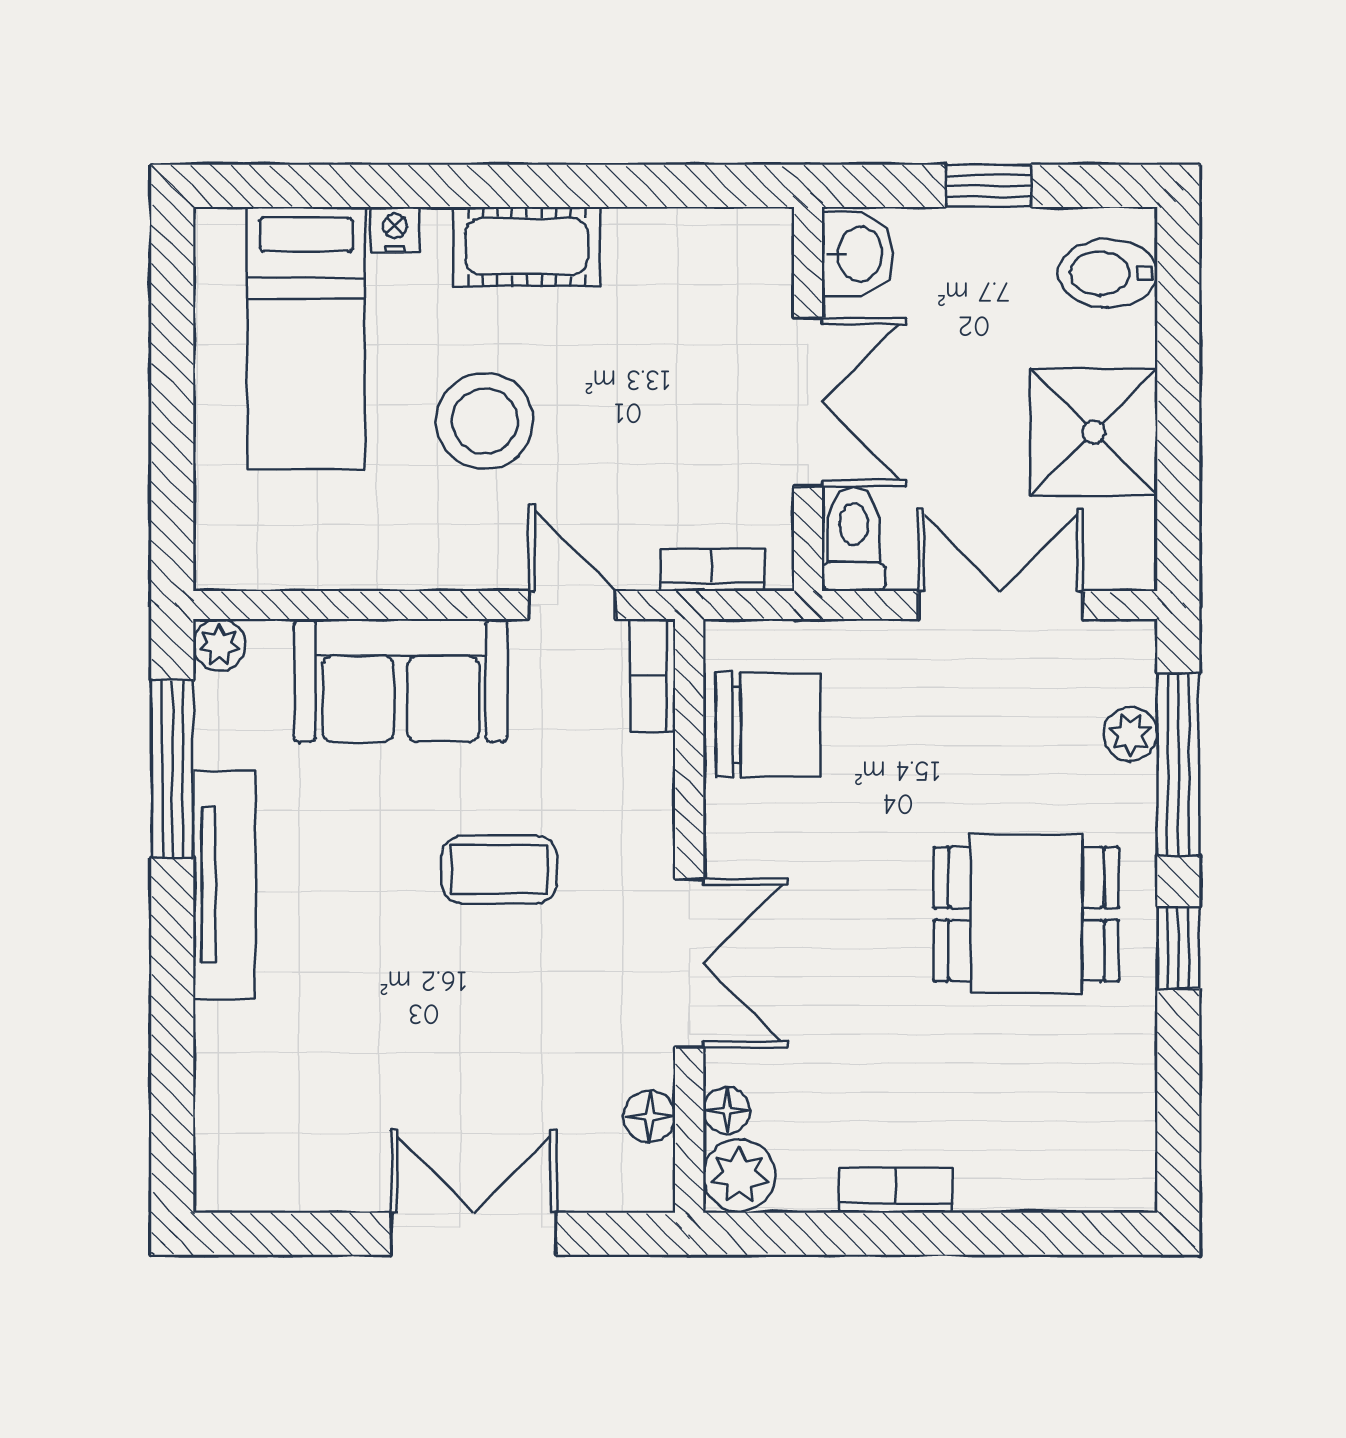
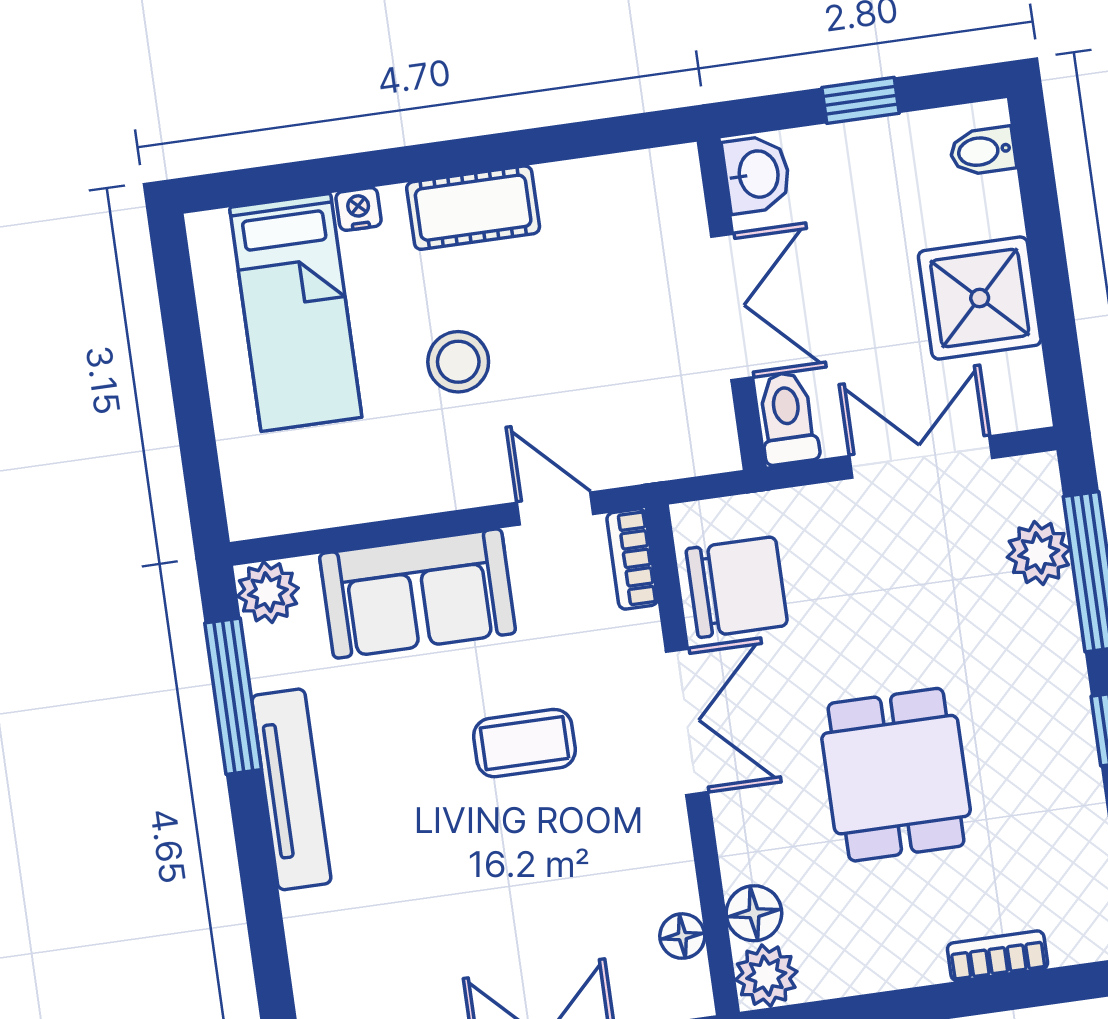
bidet: (1108, 273) -> (983, 151), width x0.72, depth x0.74
stool: (485, 421) -> (458, 362), width x0.73, depth x0.73
bookcase: (712, 570) -> (670, 462), removed
plant: (219, 645) -> (268, 592), width x1.38, depth x1.38
plant: (1130, 734) -> (1039, 553), width x1.38, depth x1.38
dining table: (1026, 914) -> (896, 775), moved, turned 90
double door: (689, 963) -> (687, 722), moved
floor lamp: (727, 1110) -> (754, 913), width x1.37, depth x1.37
bookcase: (896, 1190) -> (998, 956), moved

